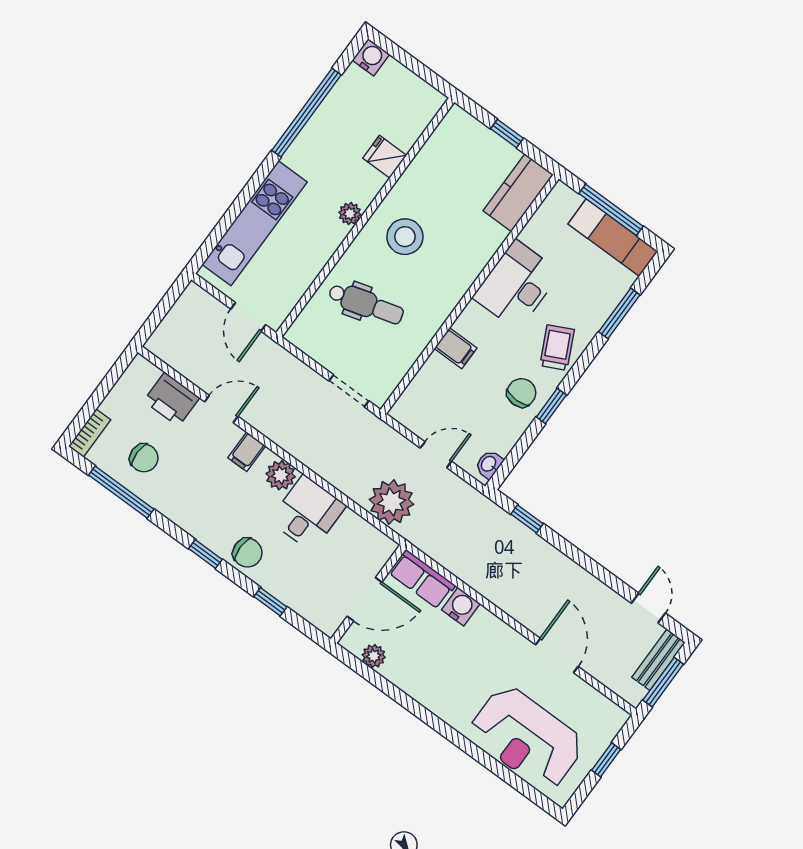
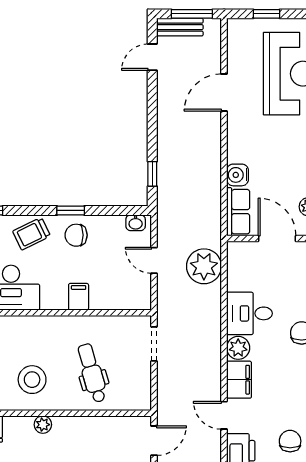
filing cabinet: (247, 452) -> (239, 380), width x2.00

